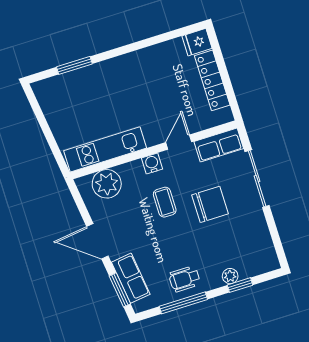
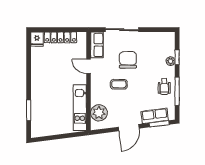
water cooler: (152, 163) -> (96, 85), removed

